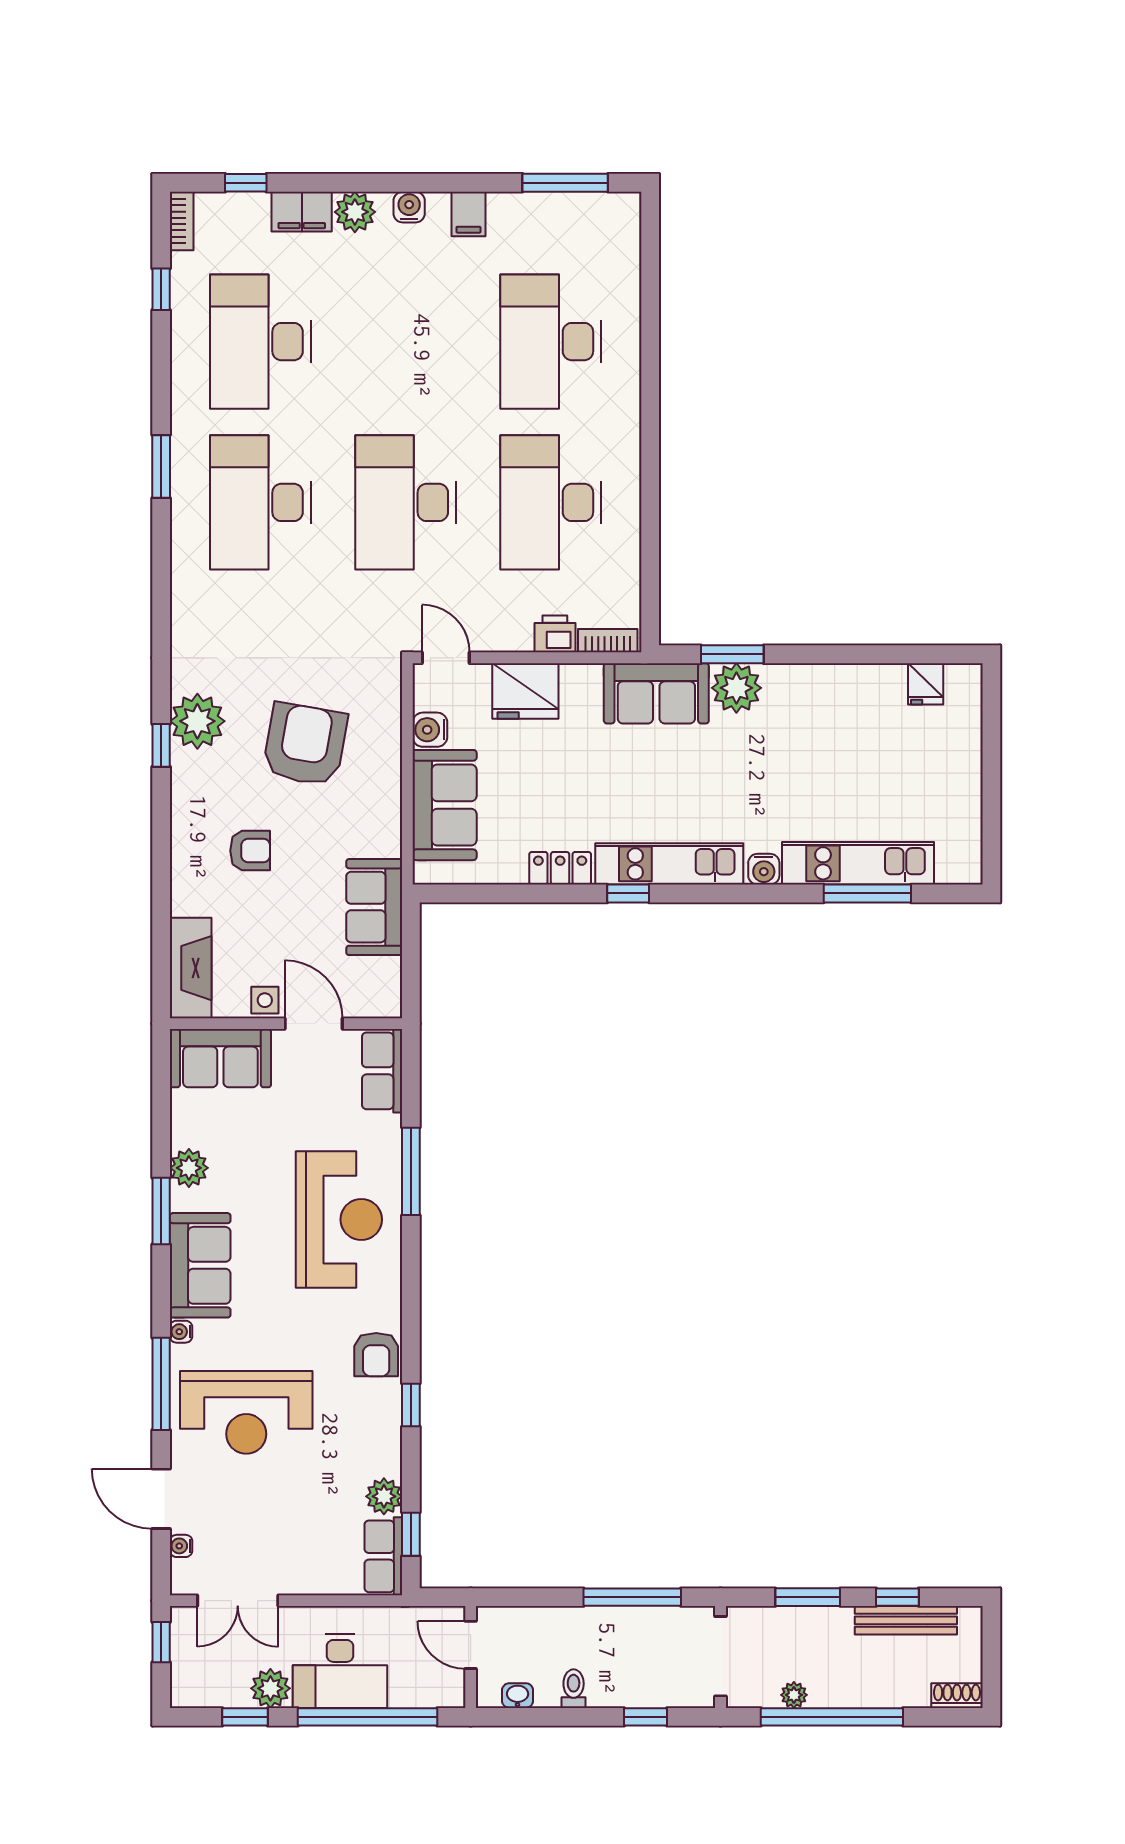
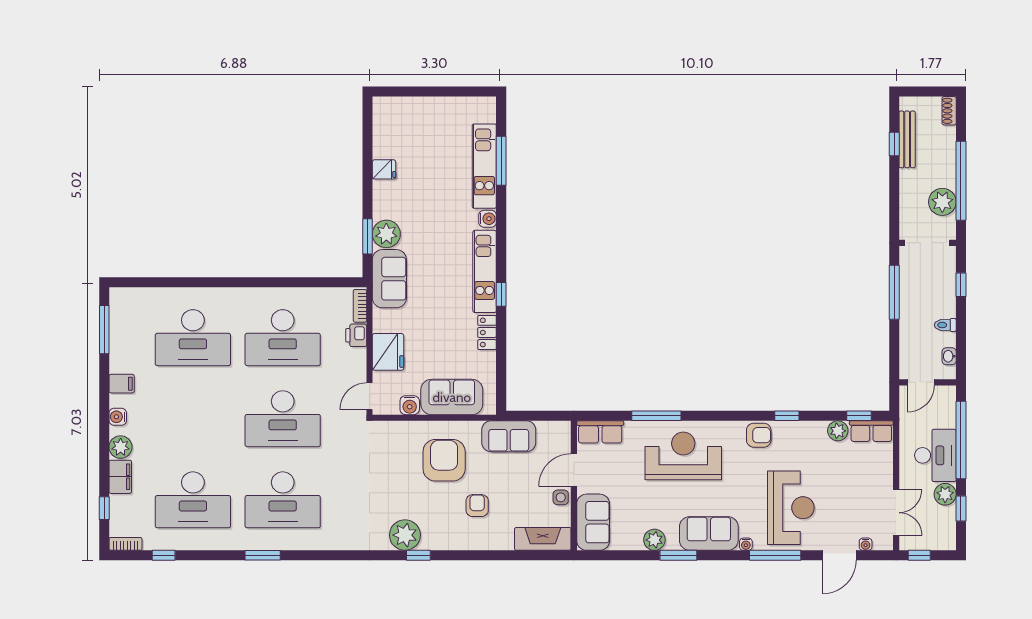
fridge: (926, 684) -> (384, 169), moved
armchair: (305, 744) -> (444, 460), moved, turned 80
window: (808, 1597) -> (894, 194), removed
plant: (794, 1695) -> (942, 202), width x1.88, depth x1.88

